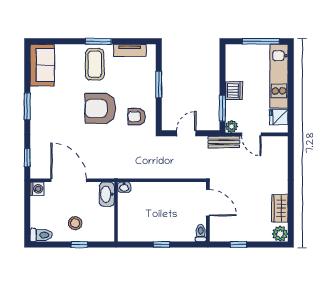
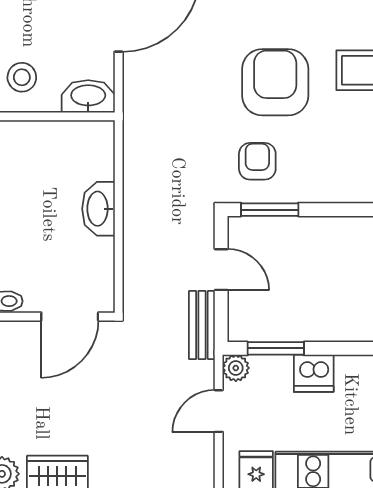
window: (159, 84) -> (270, 210), moved
bench: (224, 142) -> (202, 325), moved
washbasin: (124, 187) -> (98, 209), moved, width x1.91, depth x1.45
stool: (75, 223) -> (22, 77), moved

